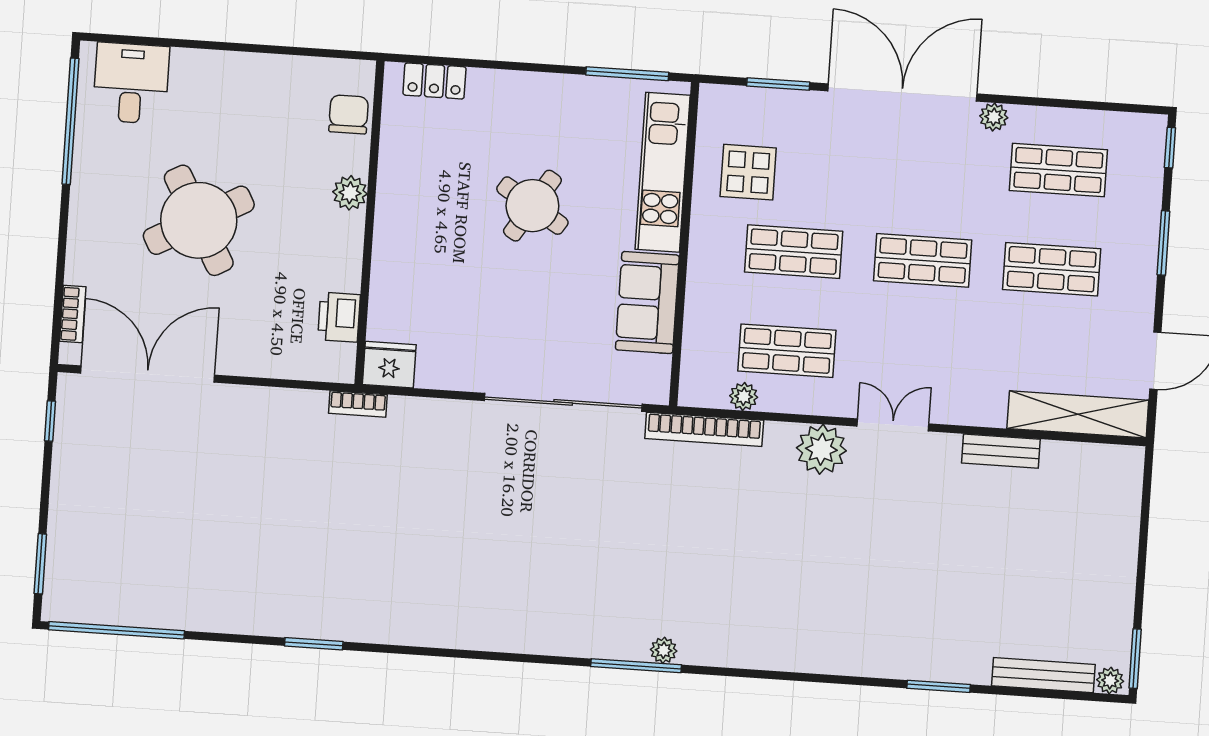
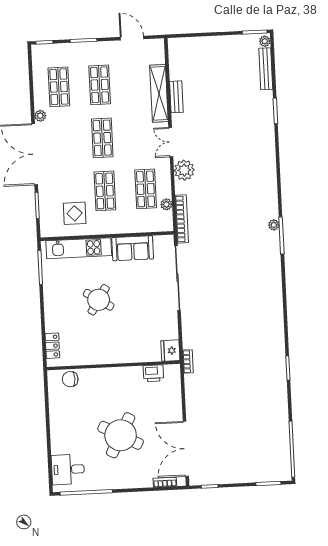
plant: (350, 193) -> (102, 375), removed
round table: (199, 220) -> (121, 435), turned -33
shelving: (1078, 414) -> (159, 93), moved

